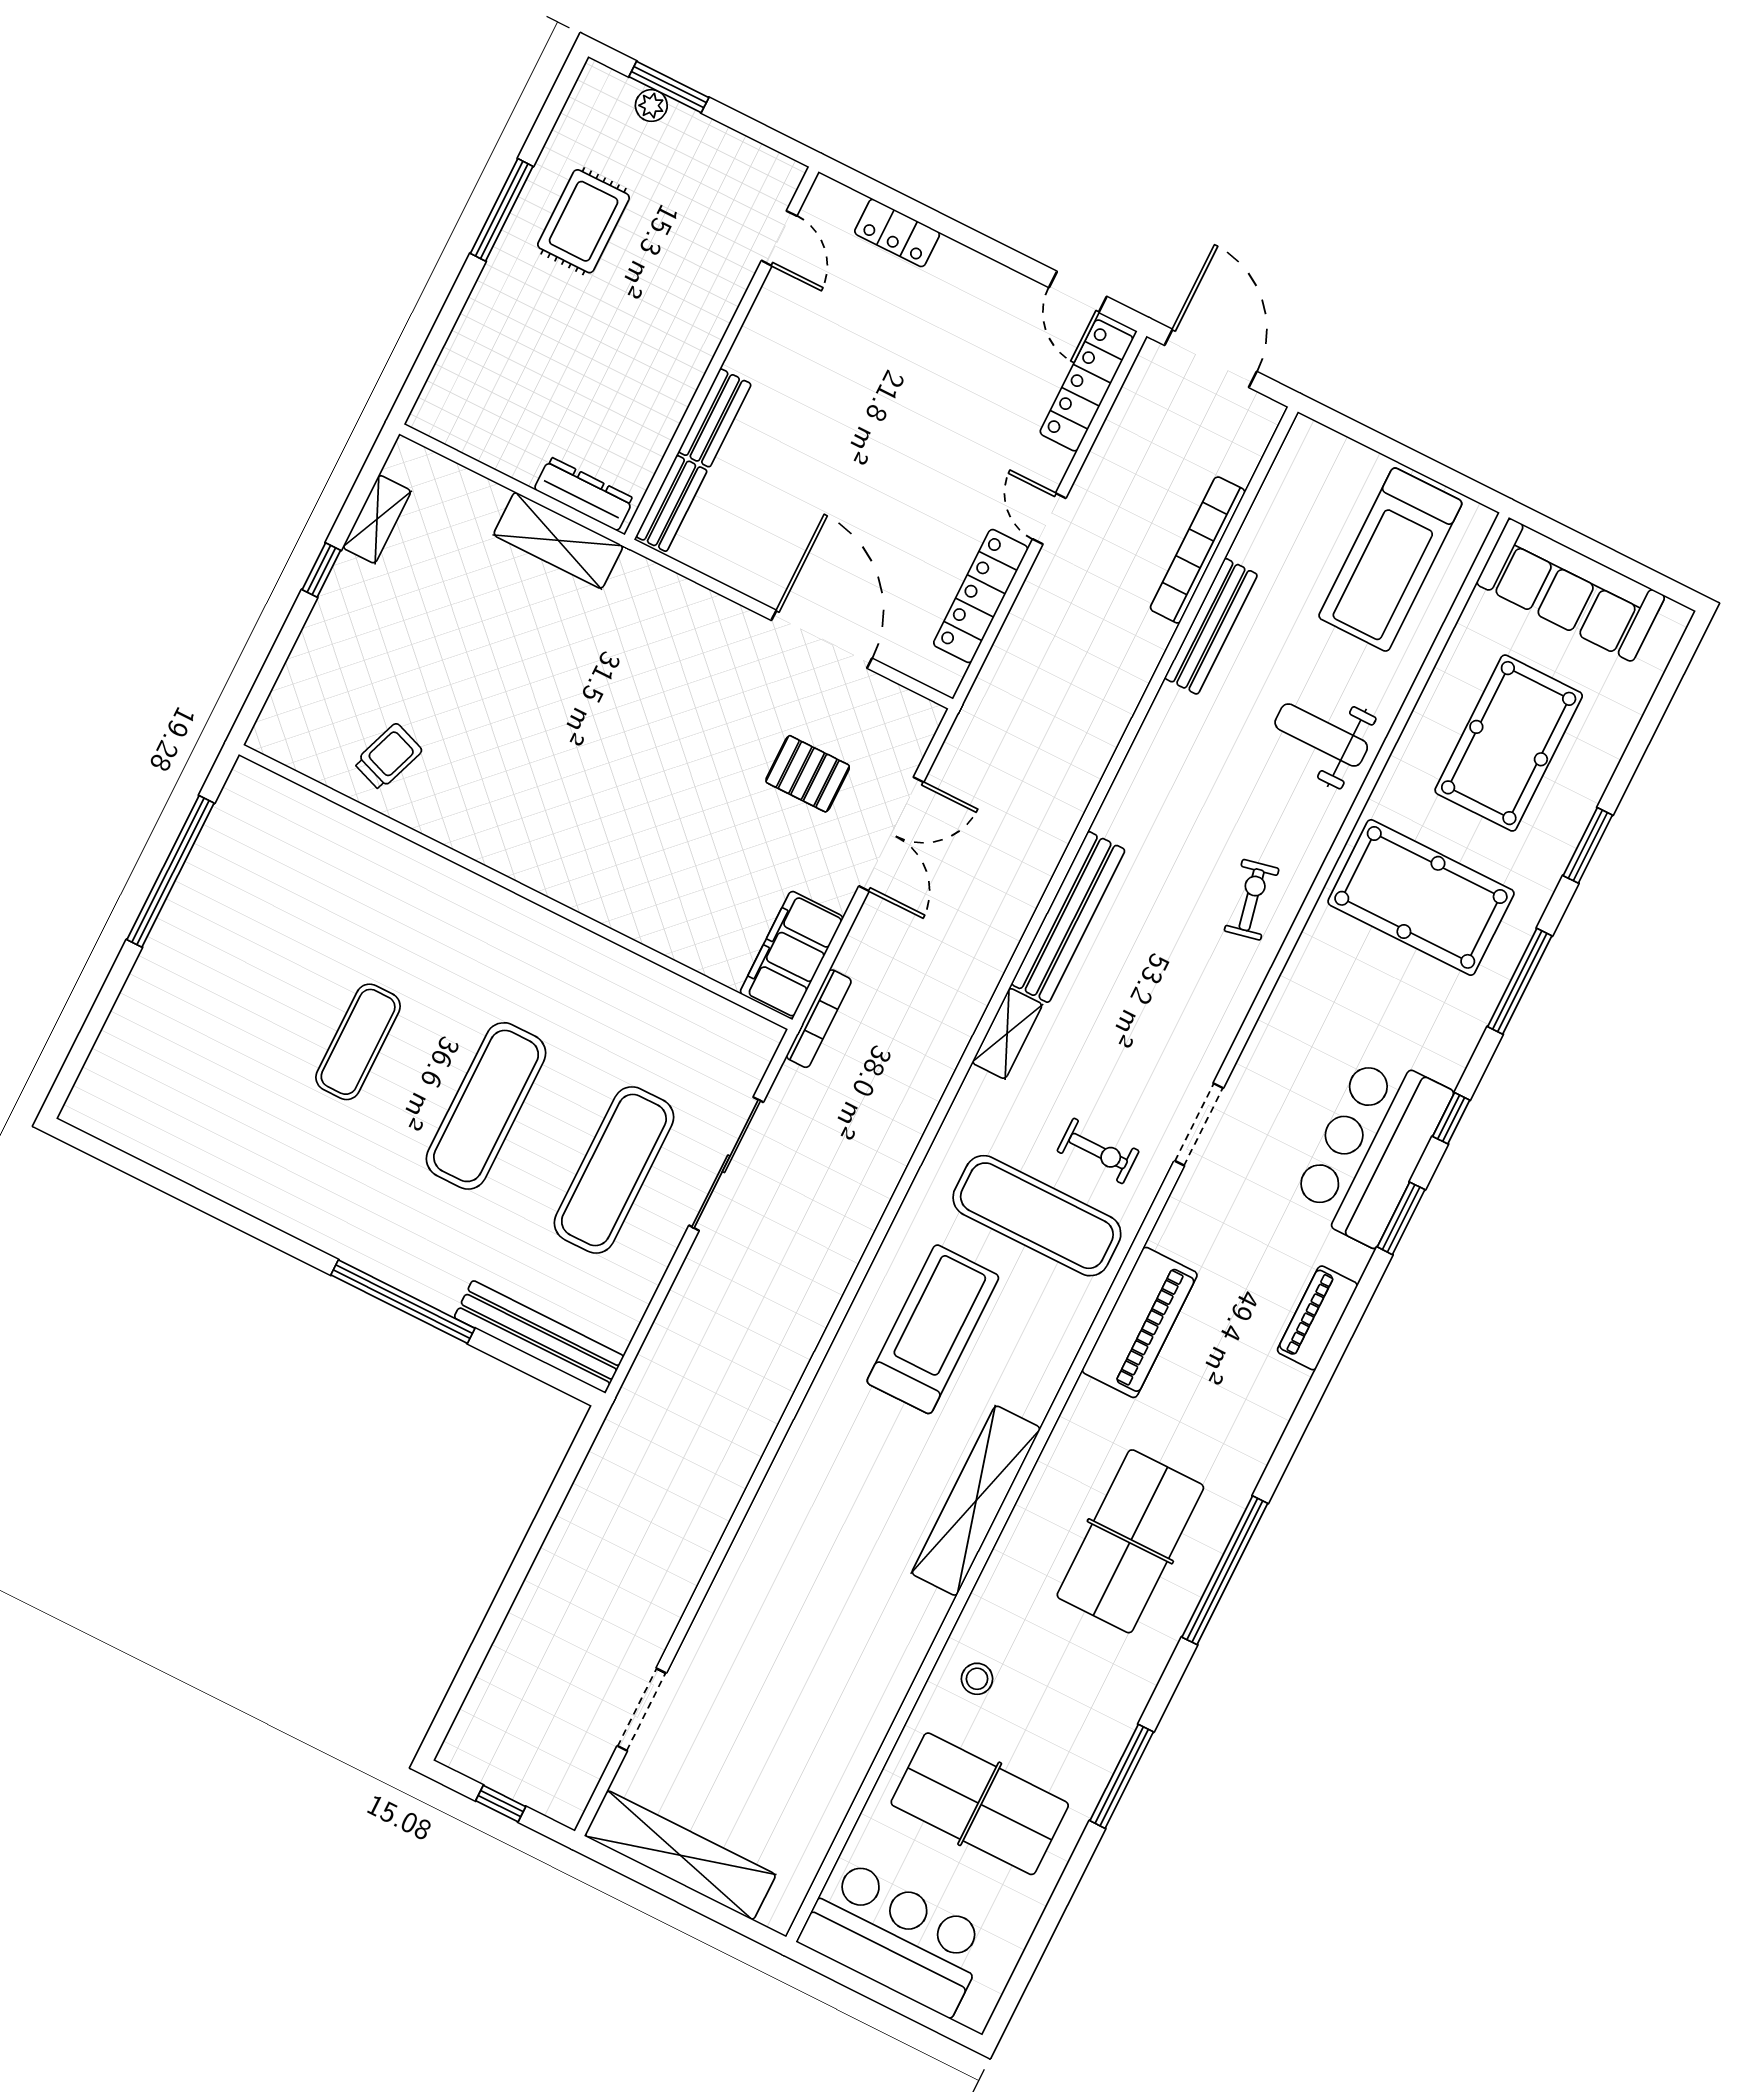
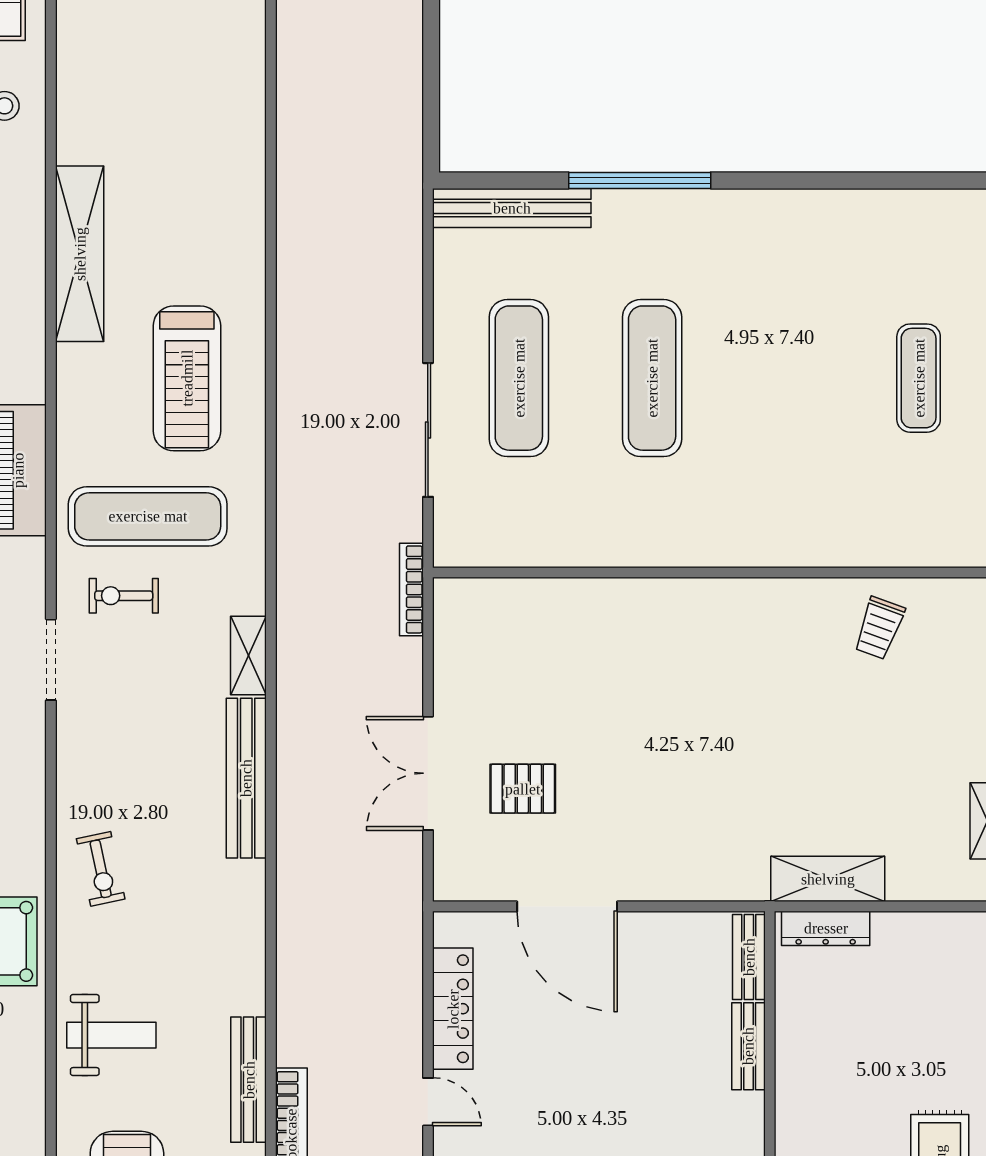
filing cabinet: (792, 955) -> (461, 631), removed
exercise mat: (358, 1042) -> (919, 378), moved

